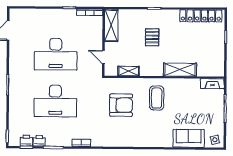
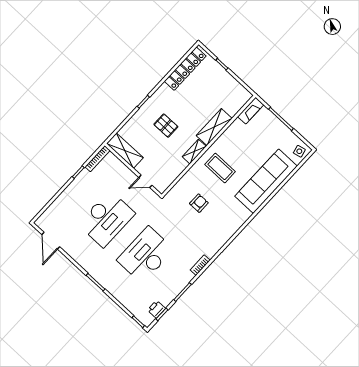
shelving: (129, 71) -> (194, 152), moved
desk: (55, 101) -> (145, 255), turned 180
armchair: (121, 105) -> (199, 203), width x0.53, depth x0.53
sofa: (189, 138) -> (266, 181), width x1.85, depth x1.27
printer: (39, 141) -> (166, 299), removed

